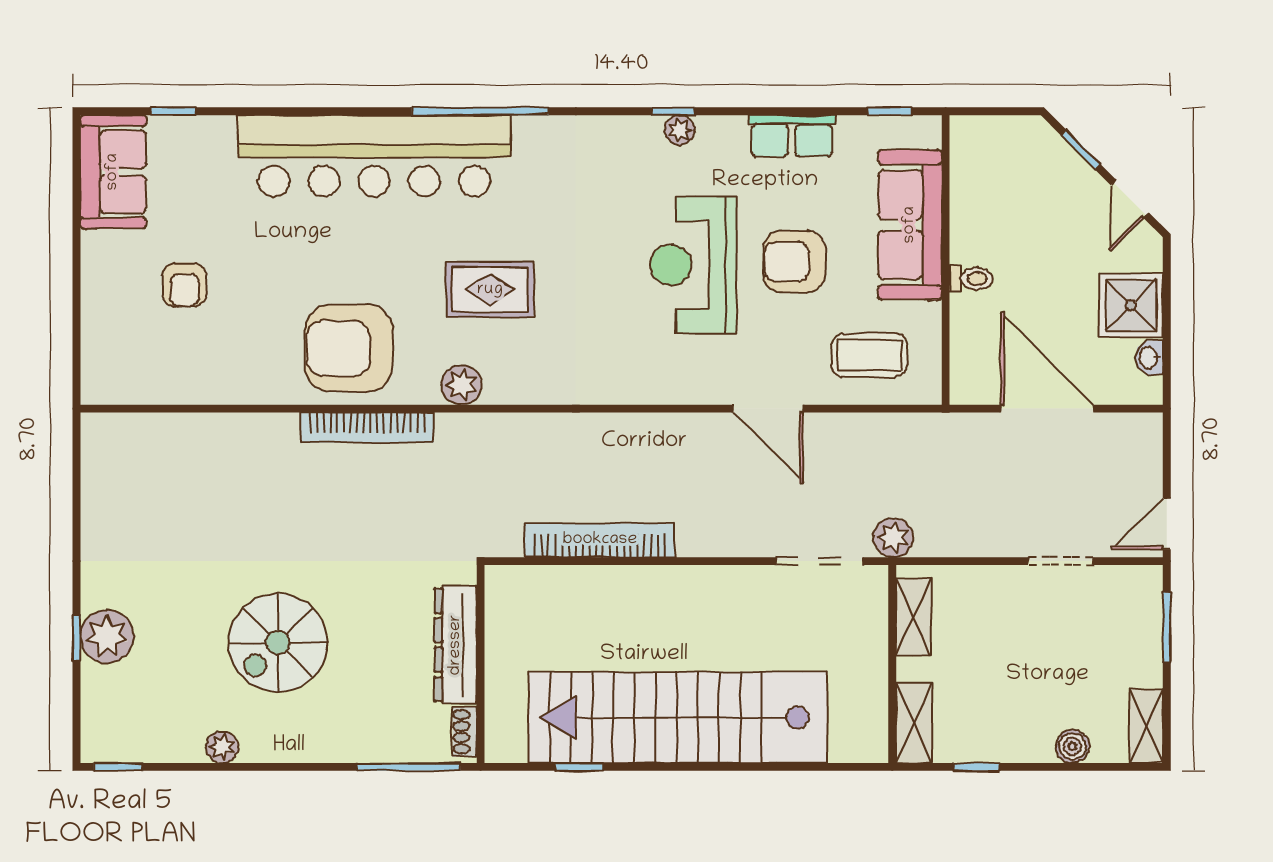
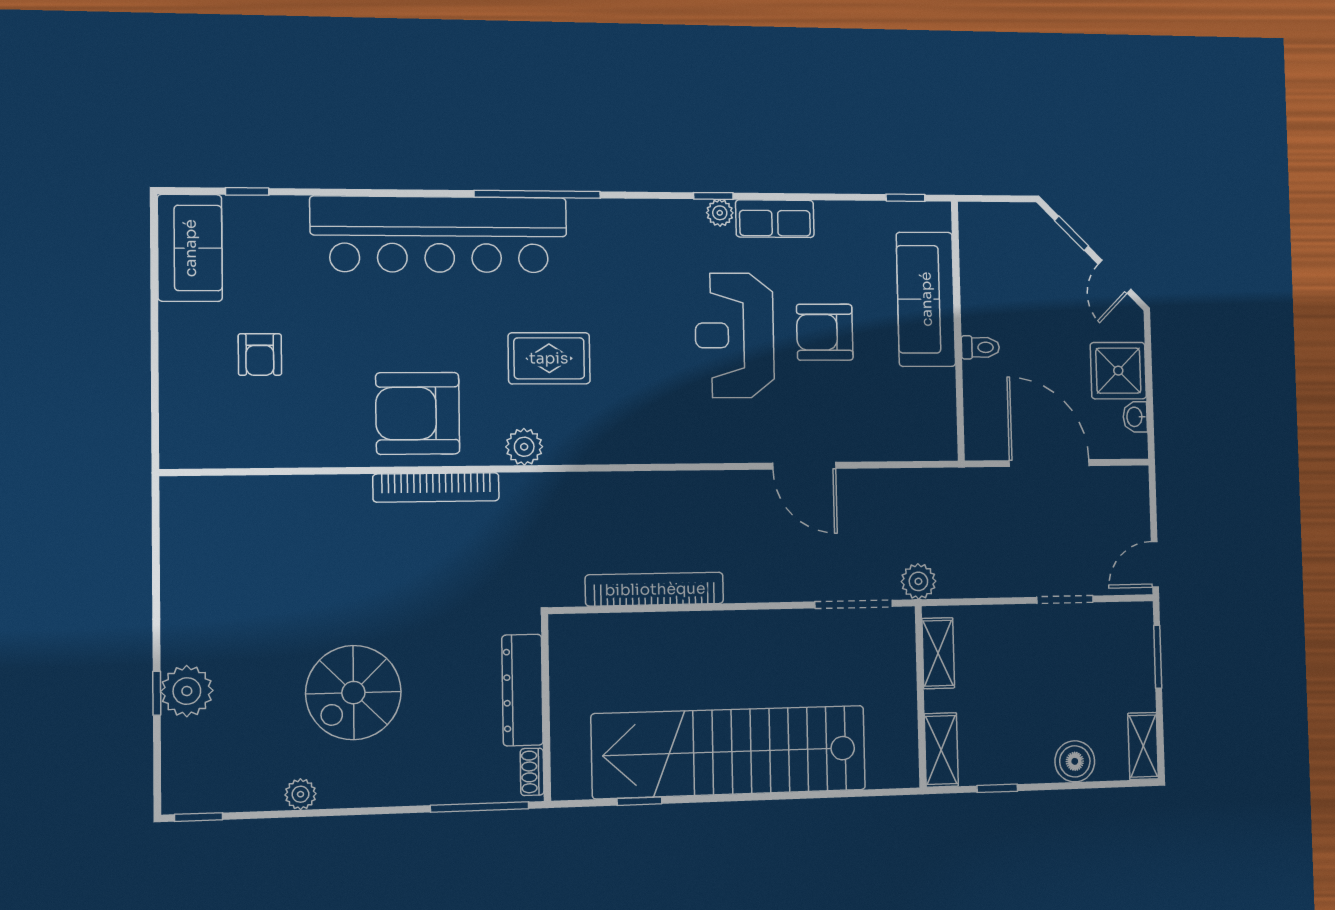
row of seats: (792, 136) -> (775, 219), moved
coffee table: (869, 355) -> (893, 416), removed
boiler: (1073, 746) -> (1075, 761), width x1.36, depth x1.36

